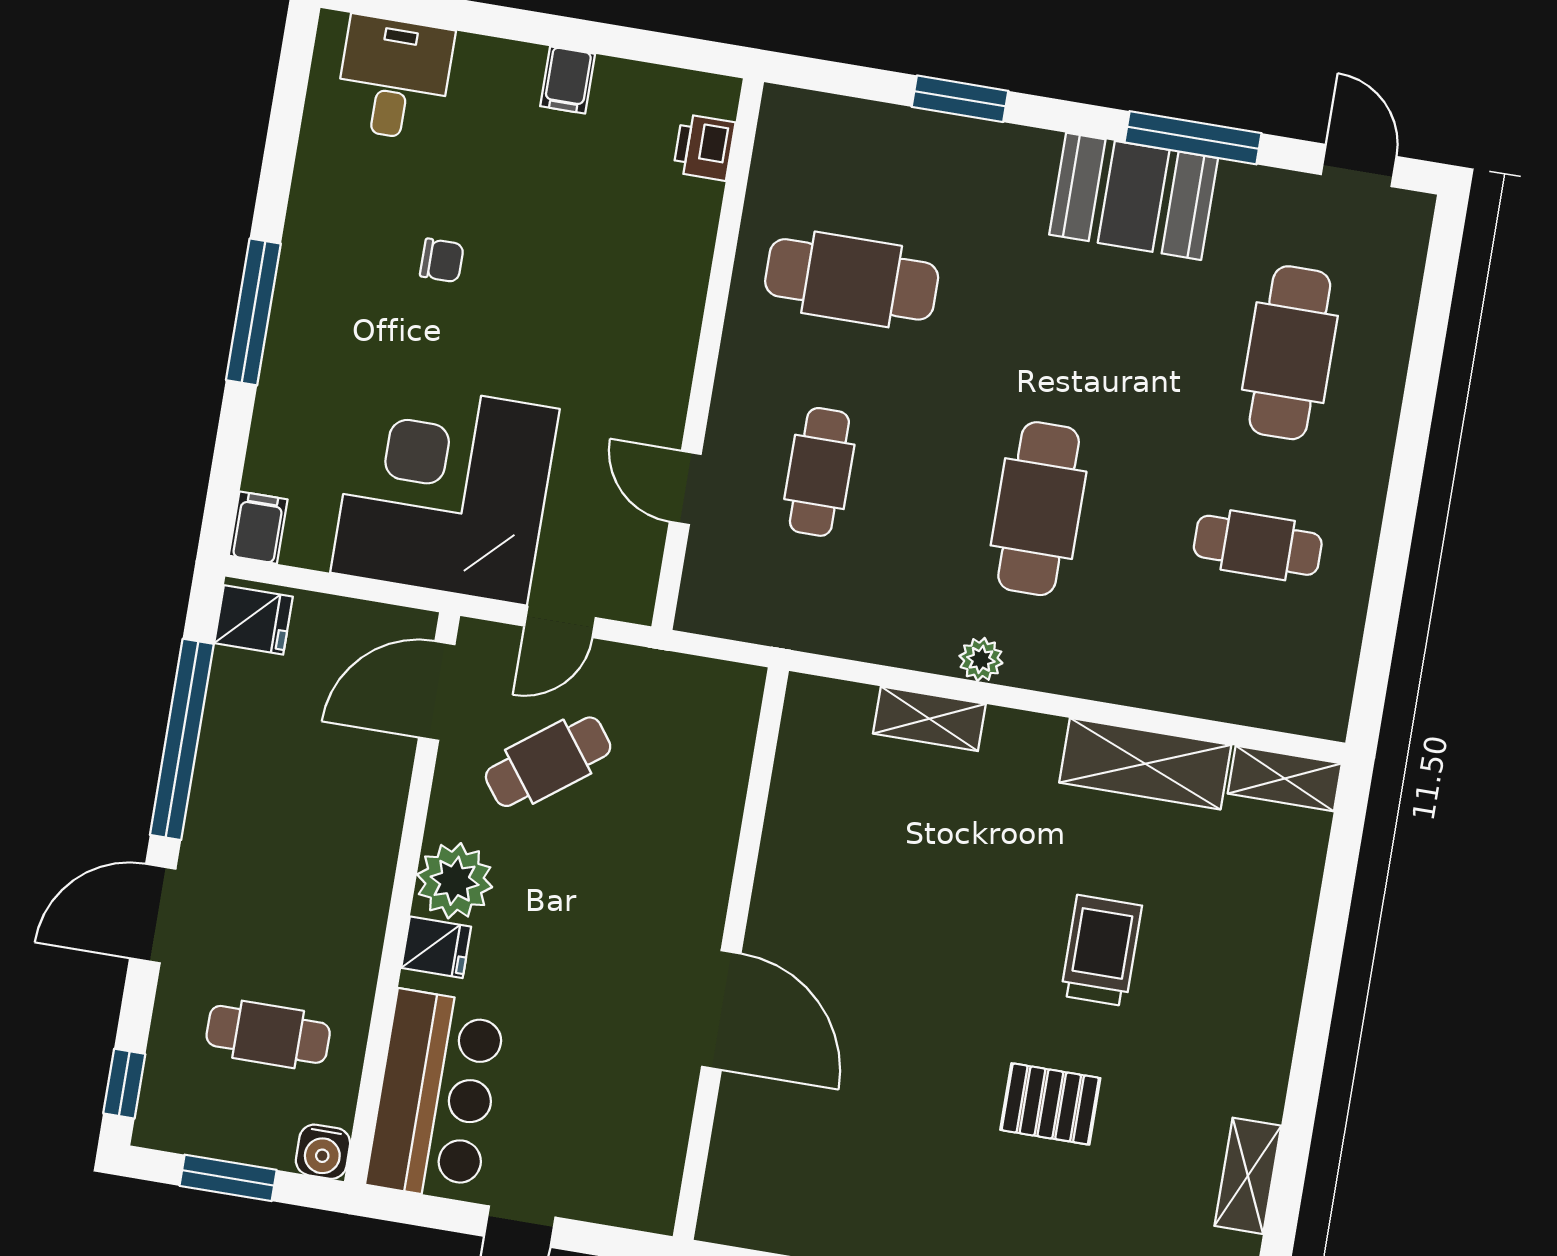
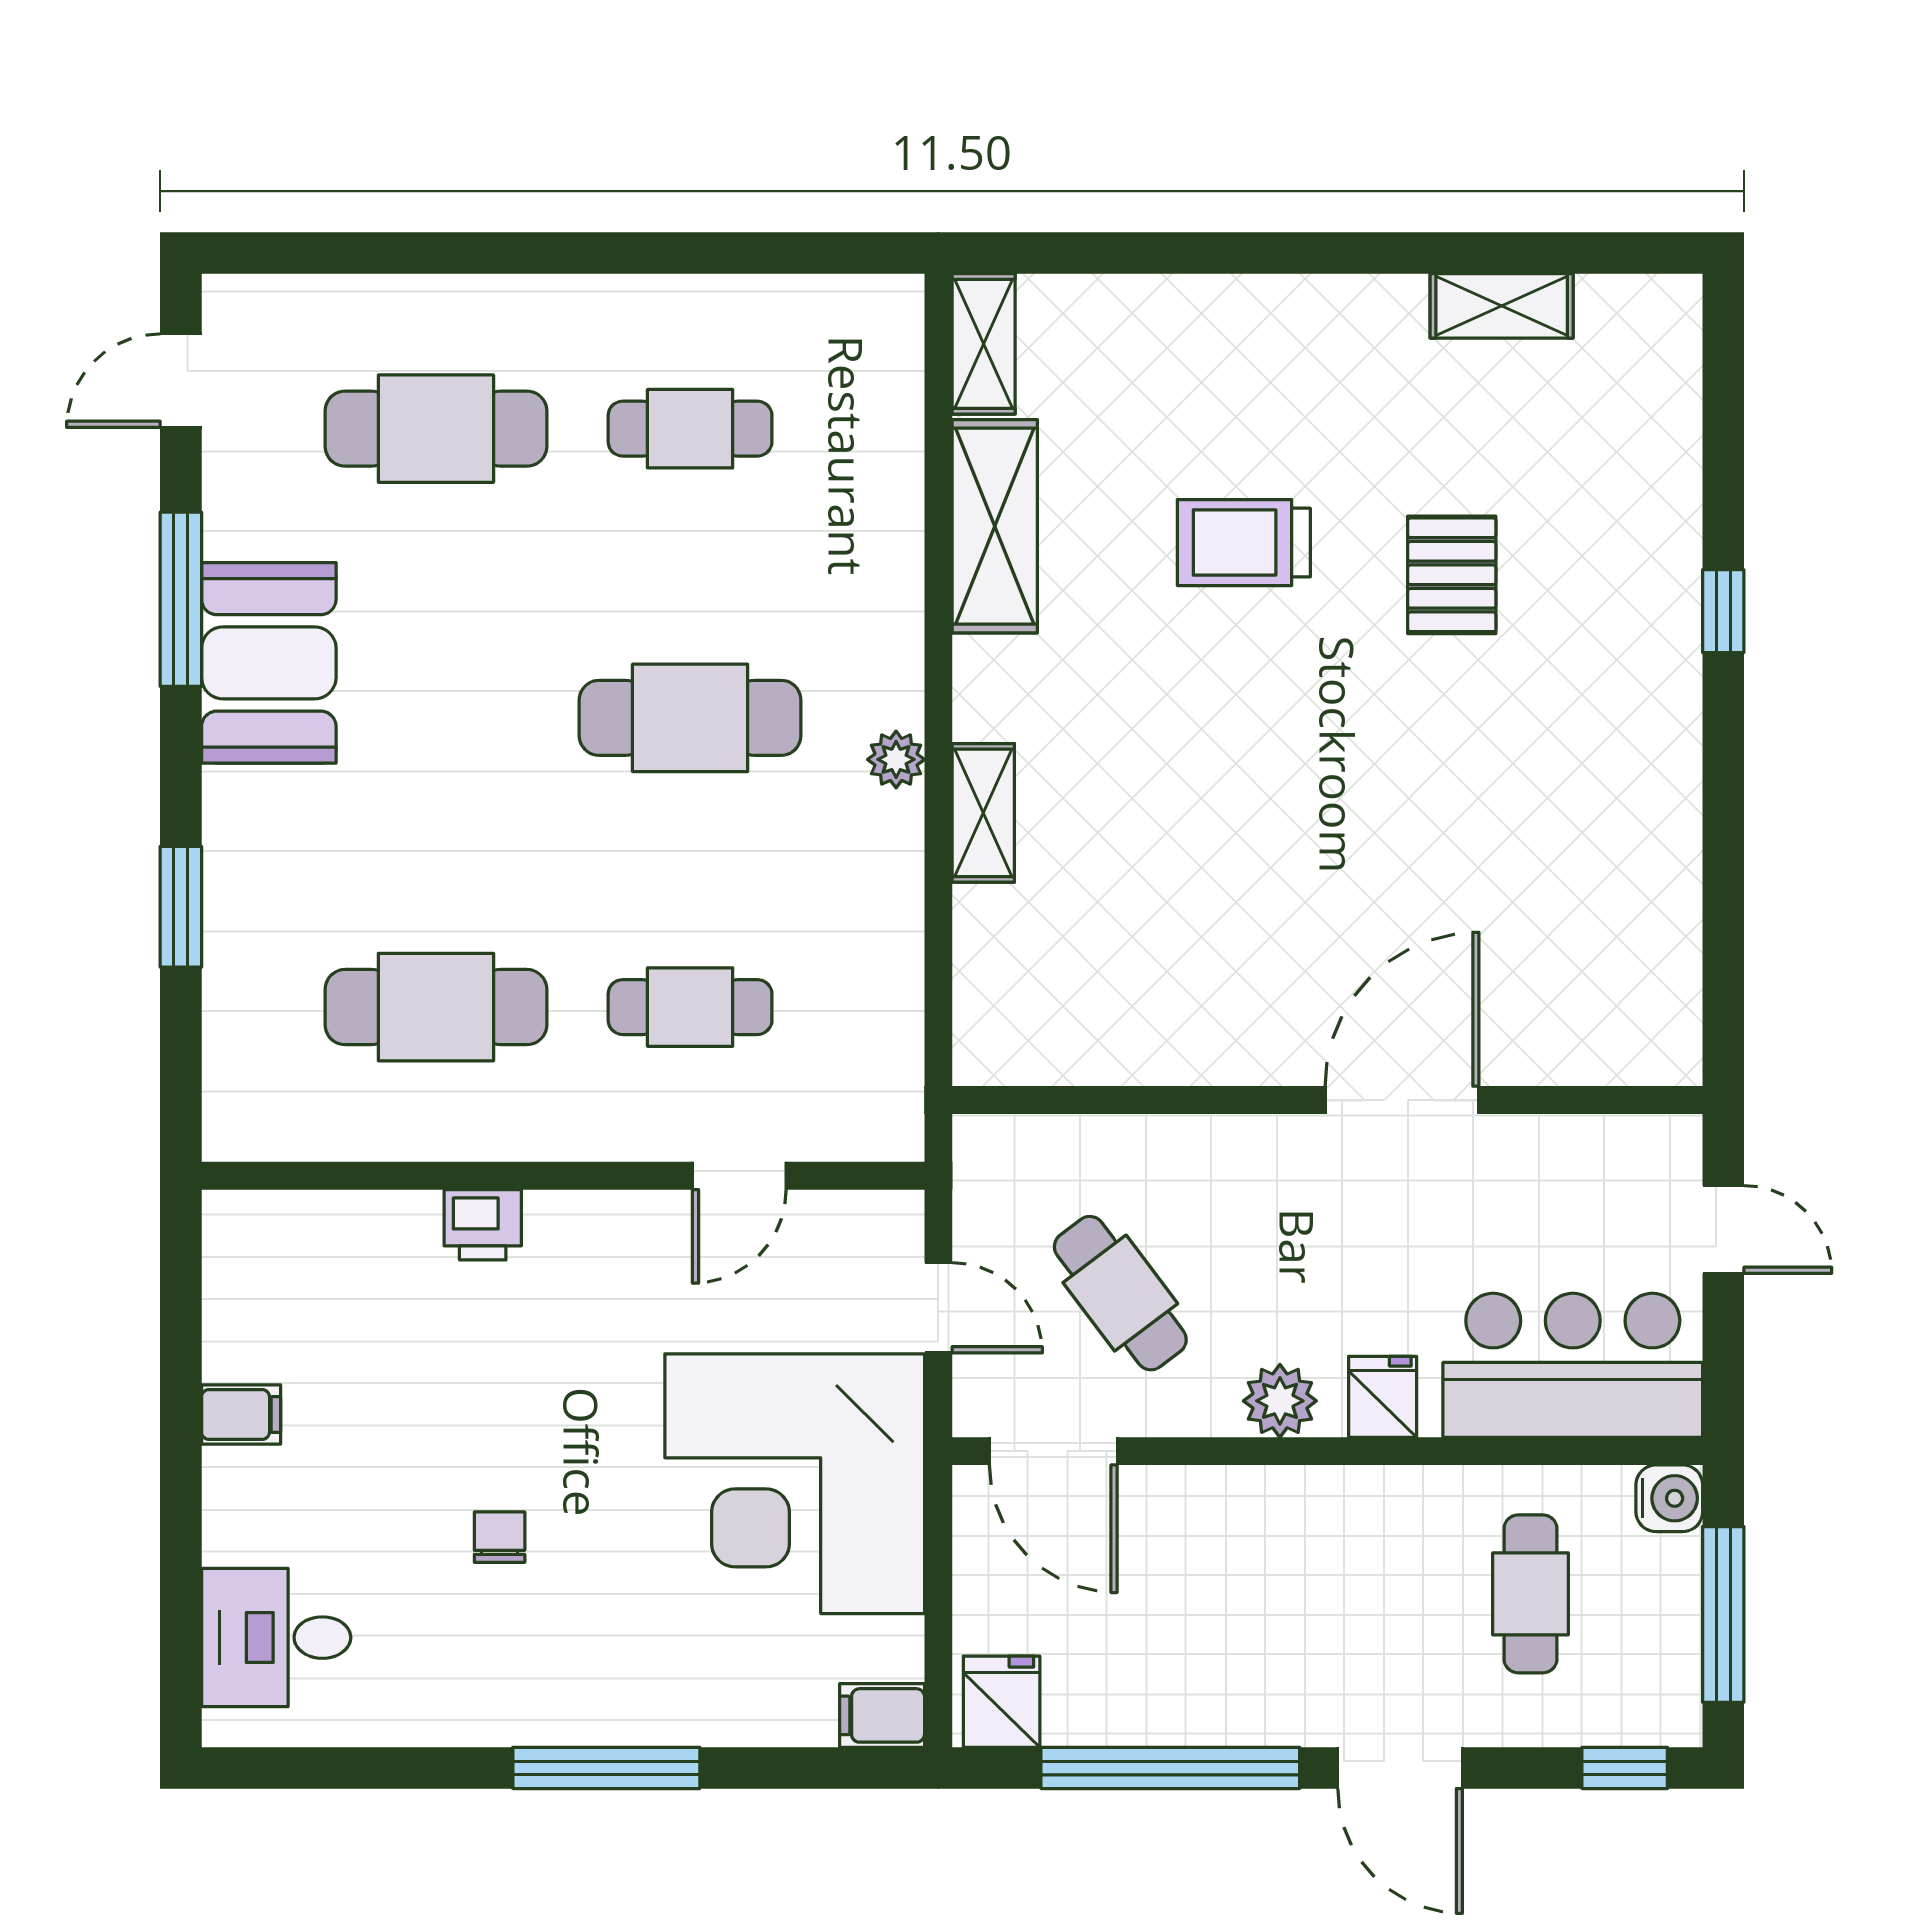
printer: (704, 147) -> (483, 1225), moved
cafe table: (852, 279) -> (436, 1007), turned 90
cafe table: (1258, 545) -> (690, 429), turned 90
plant: (455, 881) -> (1280, 1401), width x0.73, depth x0.73
wall: (731, 954) -> (1327, 1100), moved
door: (721, 1010) -> (1402, 1100), moved
window: (228, 1178) -> (1723, 1614), width x1.44

